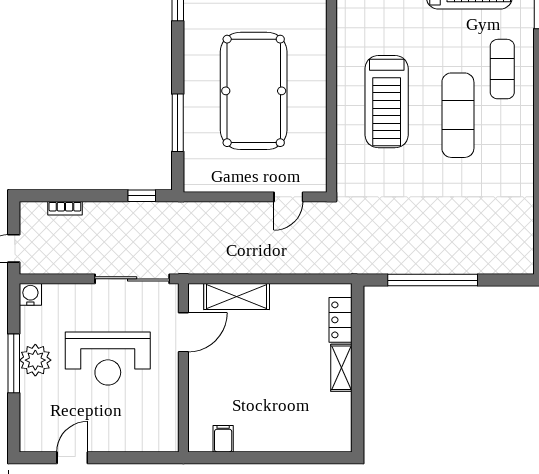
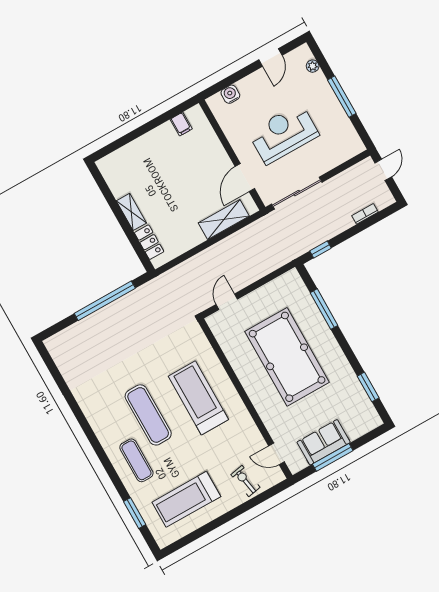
water cooler: (30, 294) -> (230, 94), moved, turned 180
plant: (35, 360) -> (313, 66), moved, width x0.53, depth x0.53

